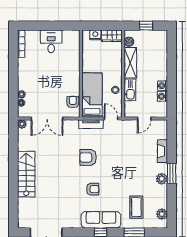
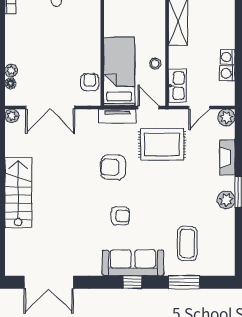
kitchen sink: (130, 90) -> (177, 86), moved
rug: (120, 143) -> (162, 144), added
plant: (162, 214) -> (226, 117), moved

